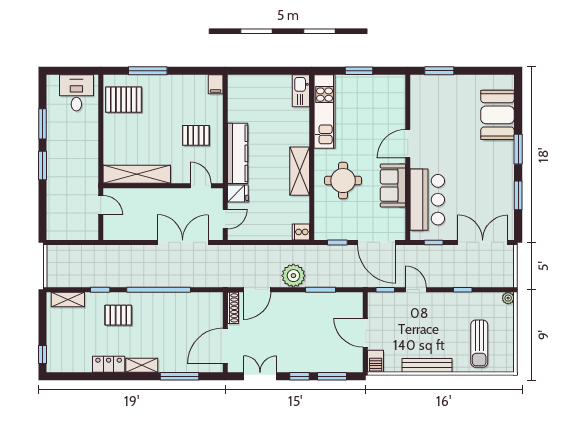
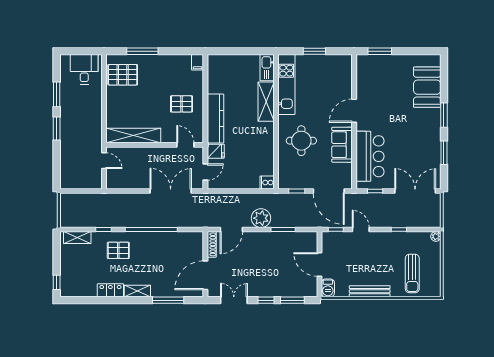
shelving: (300, 171) -> (266, 102), moved

